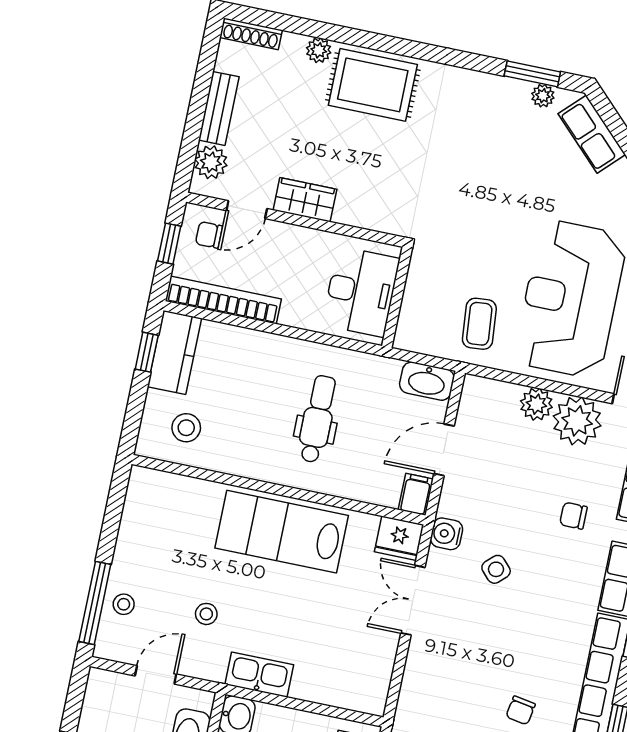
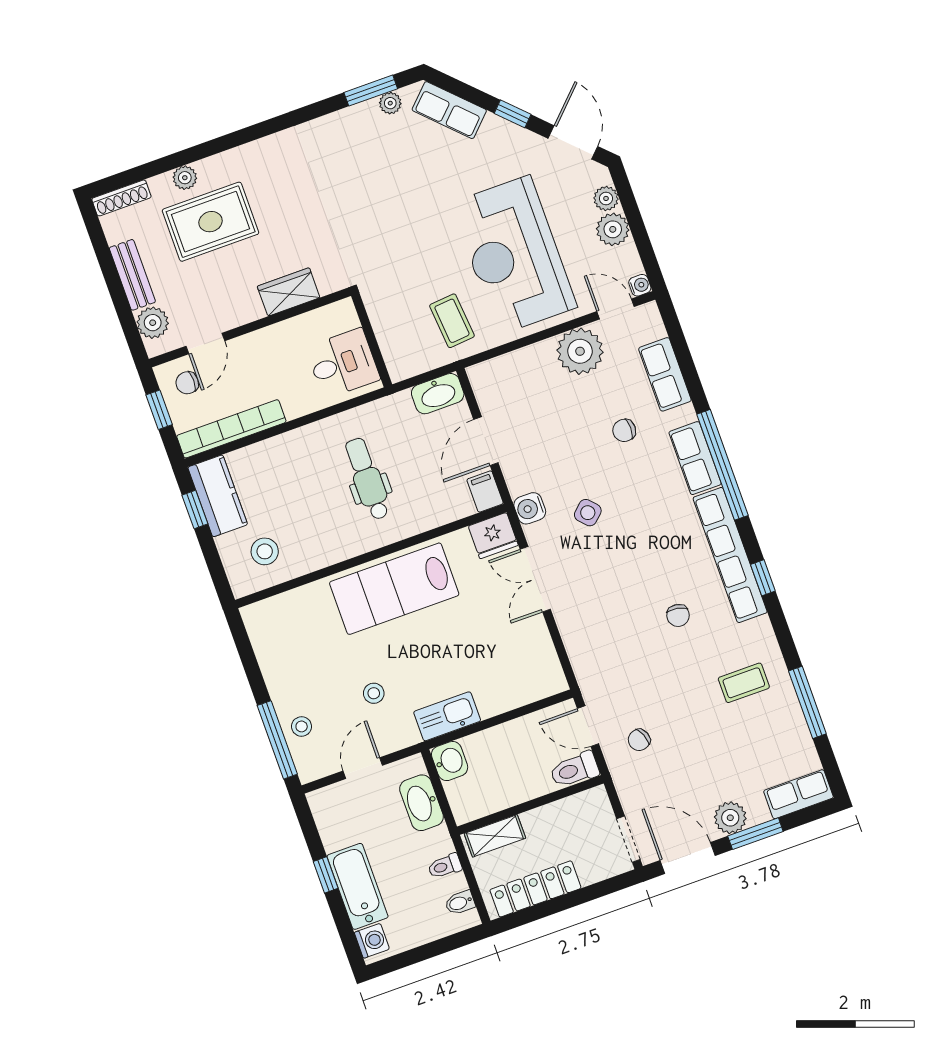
rug: (373, 85) -> (211, 222), moved
wardrobe: (305, 200) -> (289, 292), moved
desk: (361, 292) -> (343, 363), width x0.73
plant: (536, 404) -> (539, 358), removed

